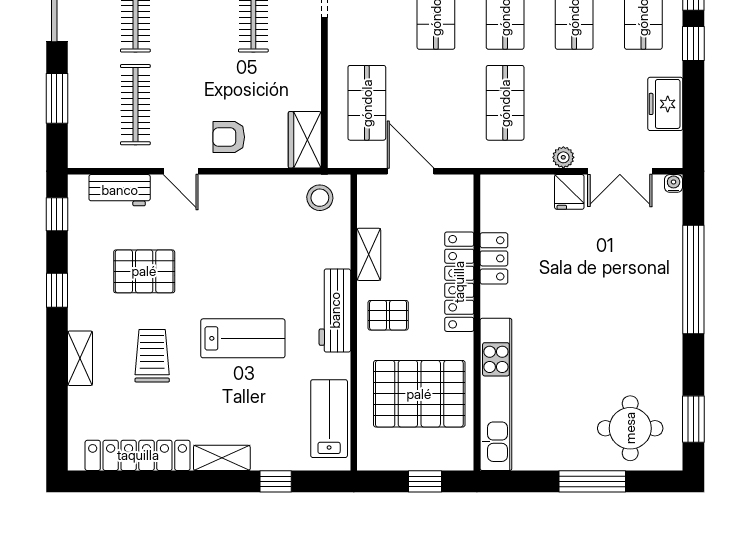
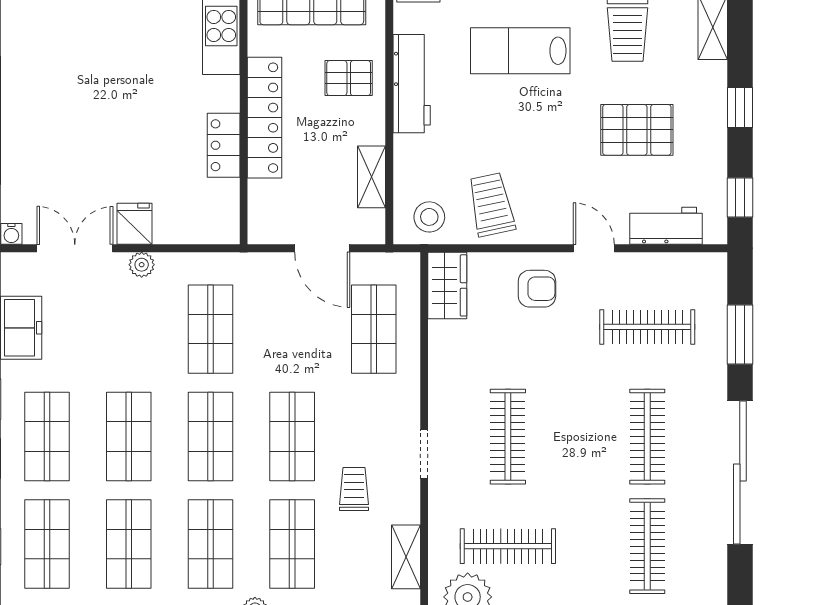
clothes rail: (135, 105) -> (647, 327), turned 90
trolley: (267, 208) -> (491, 205), added
shelving: (369, 254) -> (372, 177), moved

